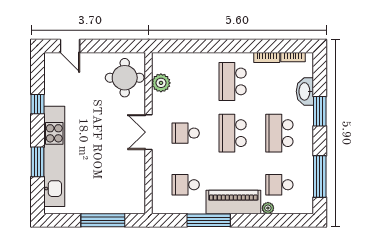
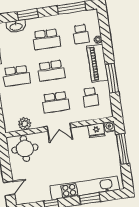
school desk: (186, 133) -> (56, 102), width x1.85
fridge: (136, 186) -> (96, 130), added
water cooler: (138, 206) -> (110, 127), added

